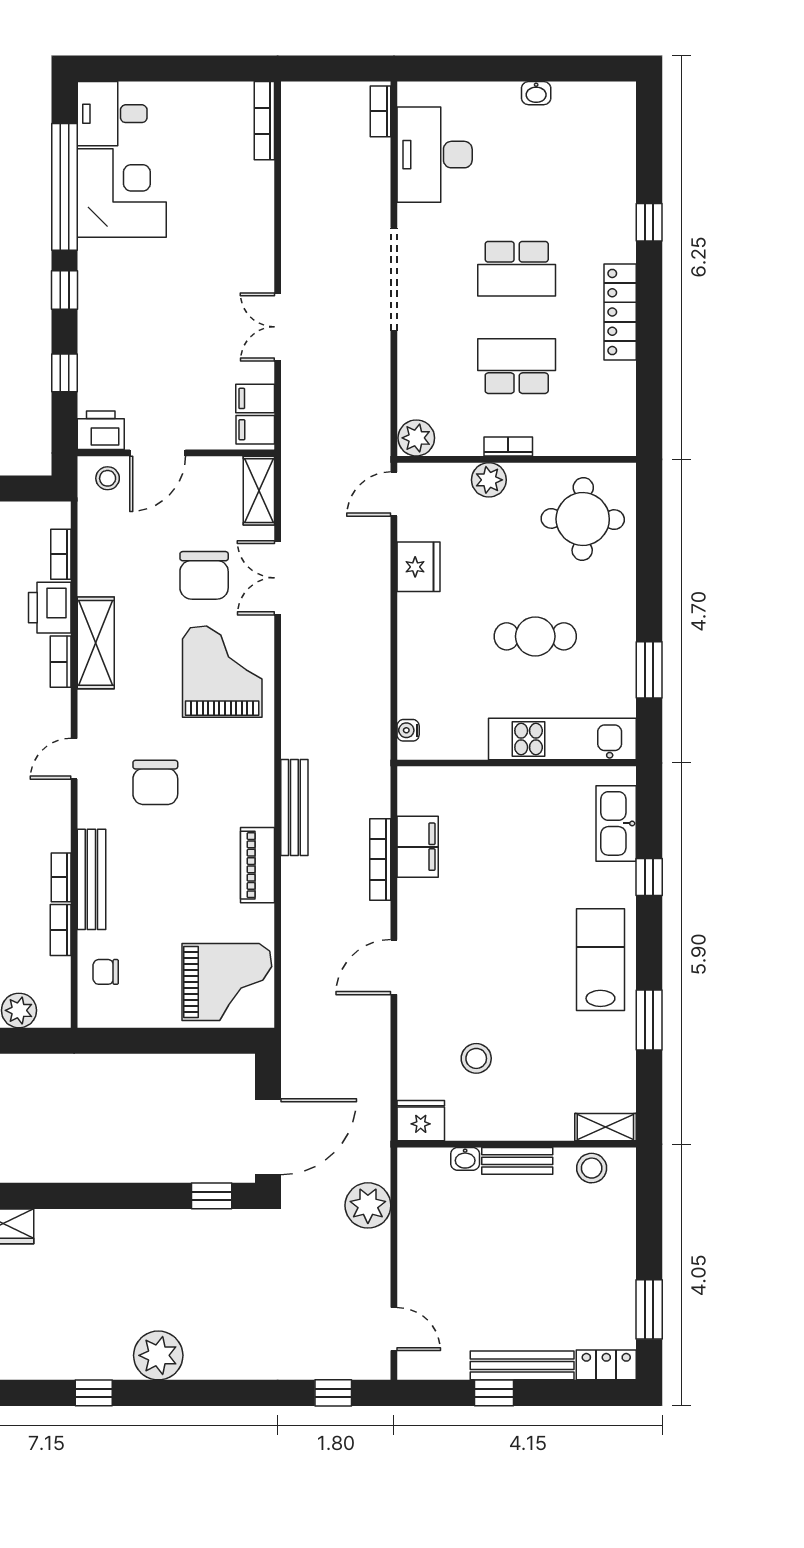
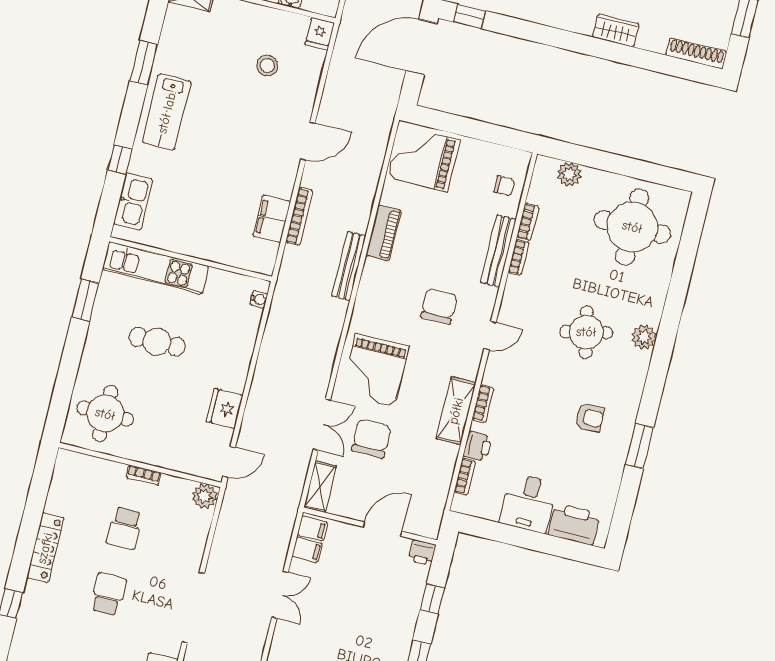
school desk: (517, 269) -> (108, 594), width x0.54
school desk: (517, 366) -> (125, 528), width x0.54
printer: (101, 430) -> (422, 552), width x0.73, depth x0.81
stool: (108, 478) -> (421, 520), removed
plant: (489, 480) -> (162, 456), removed
printer: (50, 608) -> (477, 446), width x0.73, depth x0.81
fridge: (421, 1121) -> (320, 34), width x0.72

